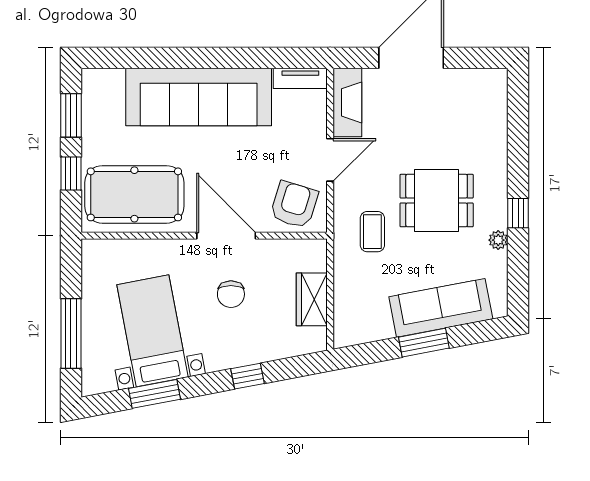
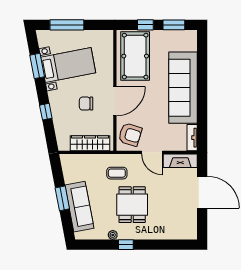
wardrobe: (312, 299) -> (90, 143), width x1.50

